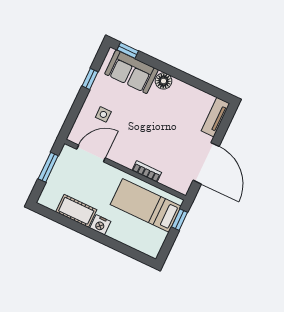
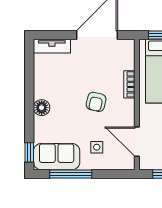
sofa: (131, 72) -> (57, 157), moved, turned -90
window: (90, 79) -> (71, 174), width x2.17
armchair: (145, 133) -> (96, 102), added

